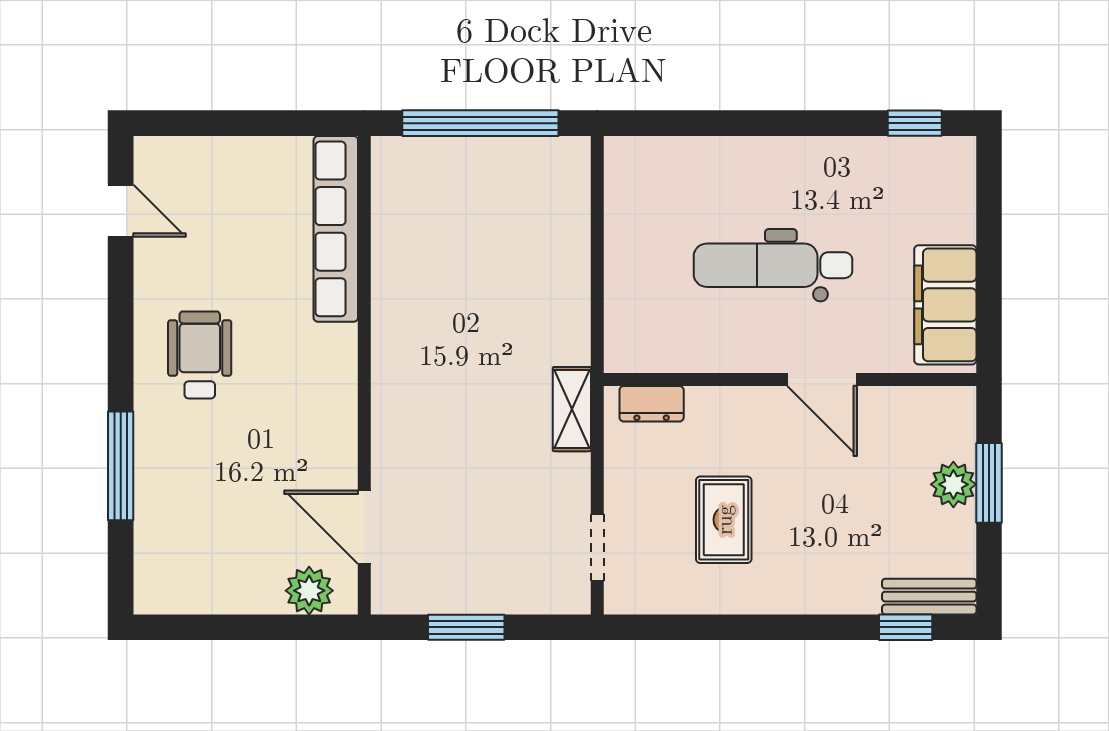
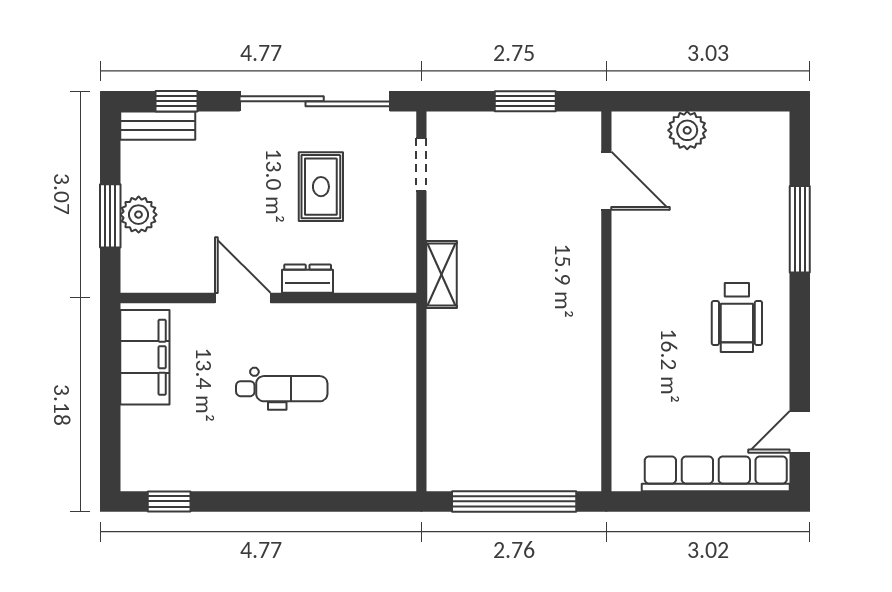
door: (121, 211) -> (800, 432), hinge flipped
row of seats: (336, 229) -> (716, 474), moved, turned -90
dental chair: (773, 265) -> (282, 389), width x0.73, depth x0.72
dresser: (652, 404) -> (308, 279), moved
plant: (309, 591) -> (687, 130), moved
sliding door: (732, 627) -> (315, 101), added

